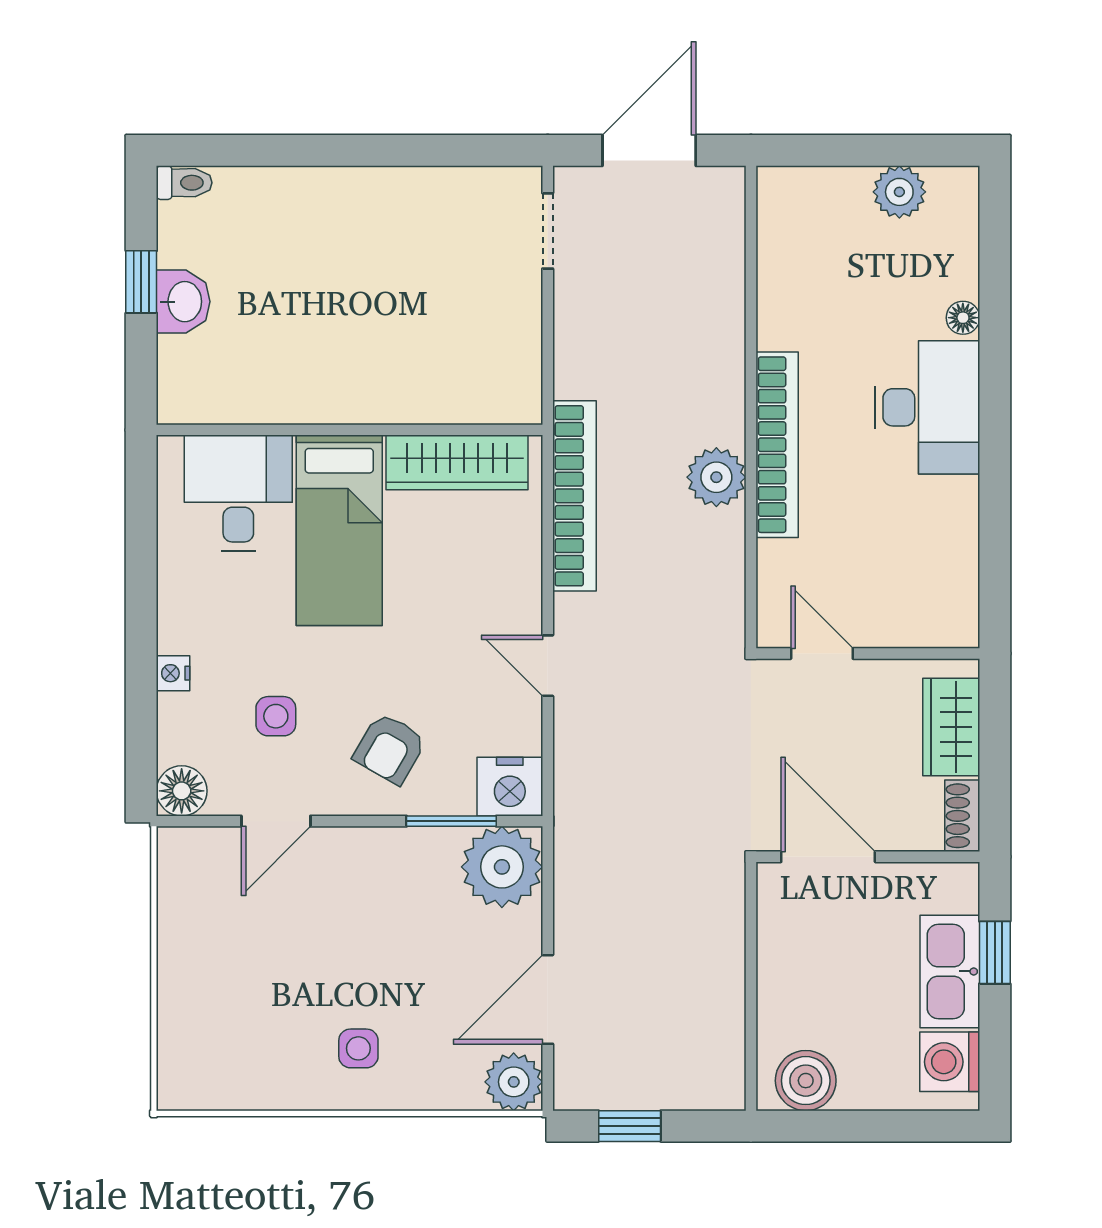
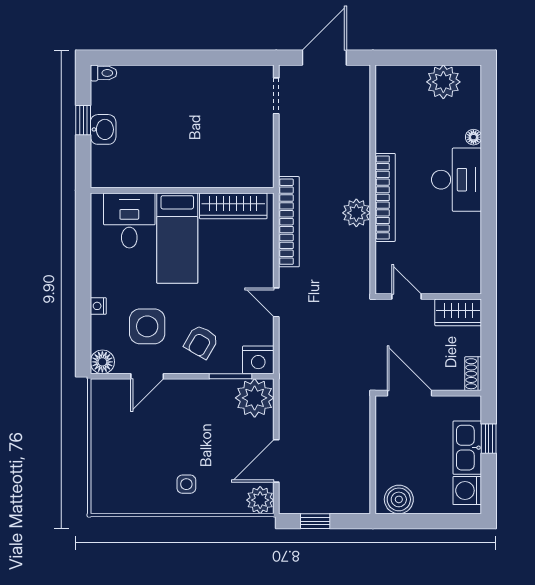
plant: (899, 192) -> (443, 82), width x1.36, depth x1.36
side table: (276, 716) -> (147, 326), width x1.87, depth x1.87
wardrobe: (951, 727) -> (458, 312), moved, turned -90

